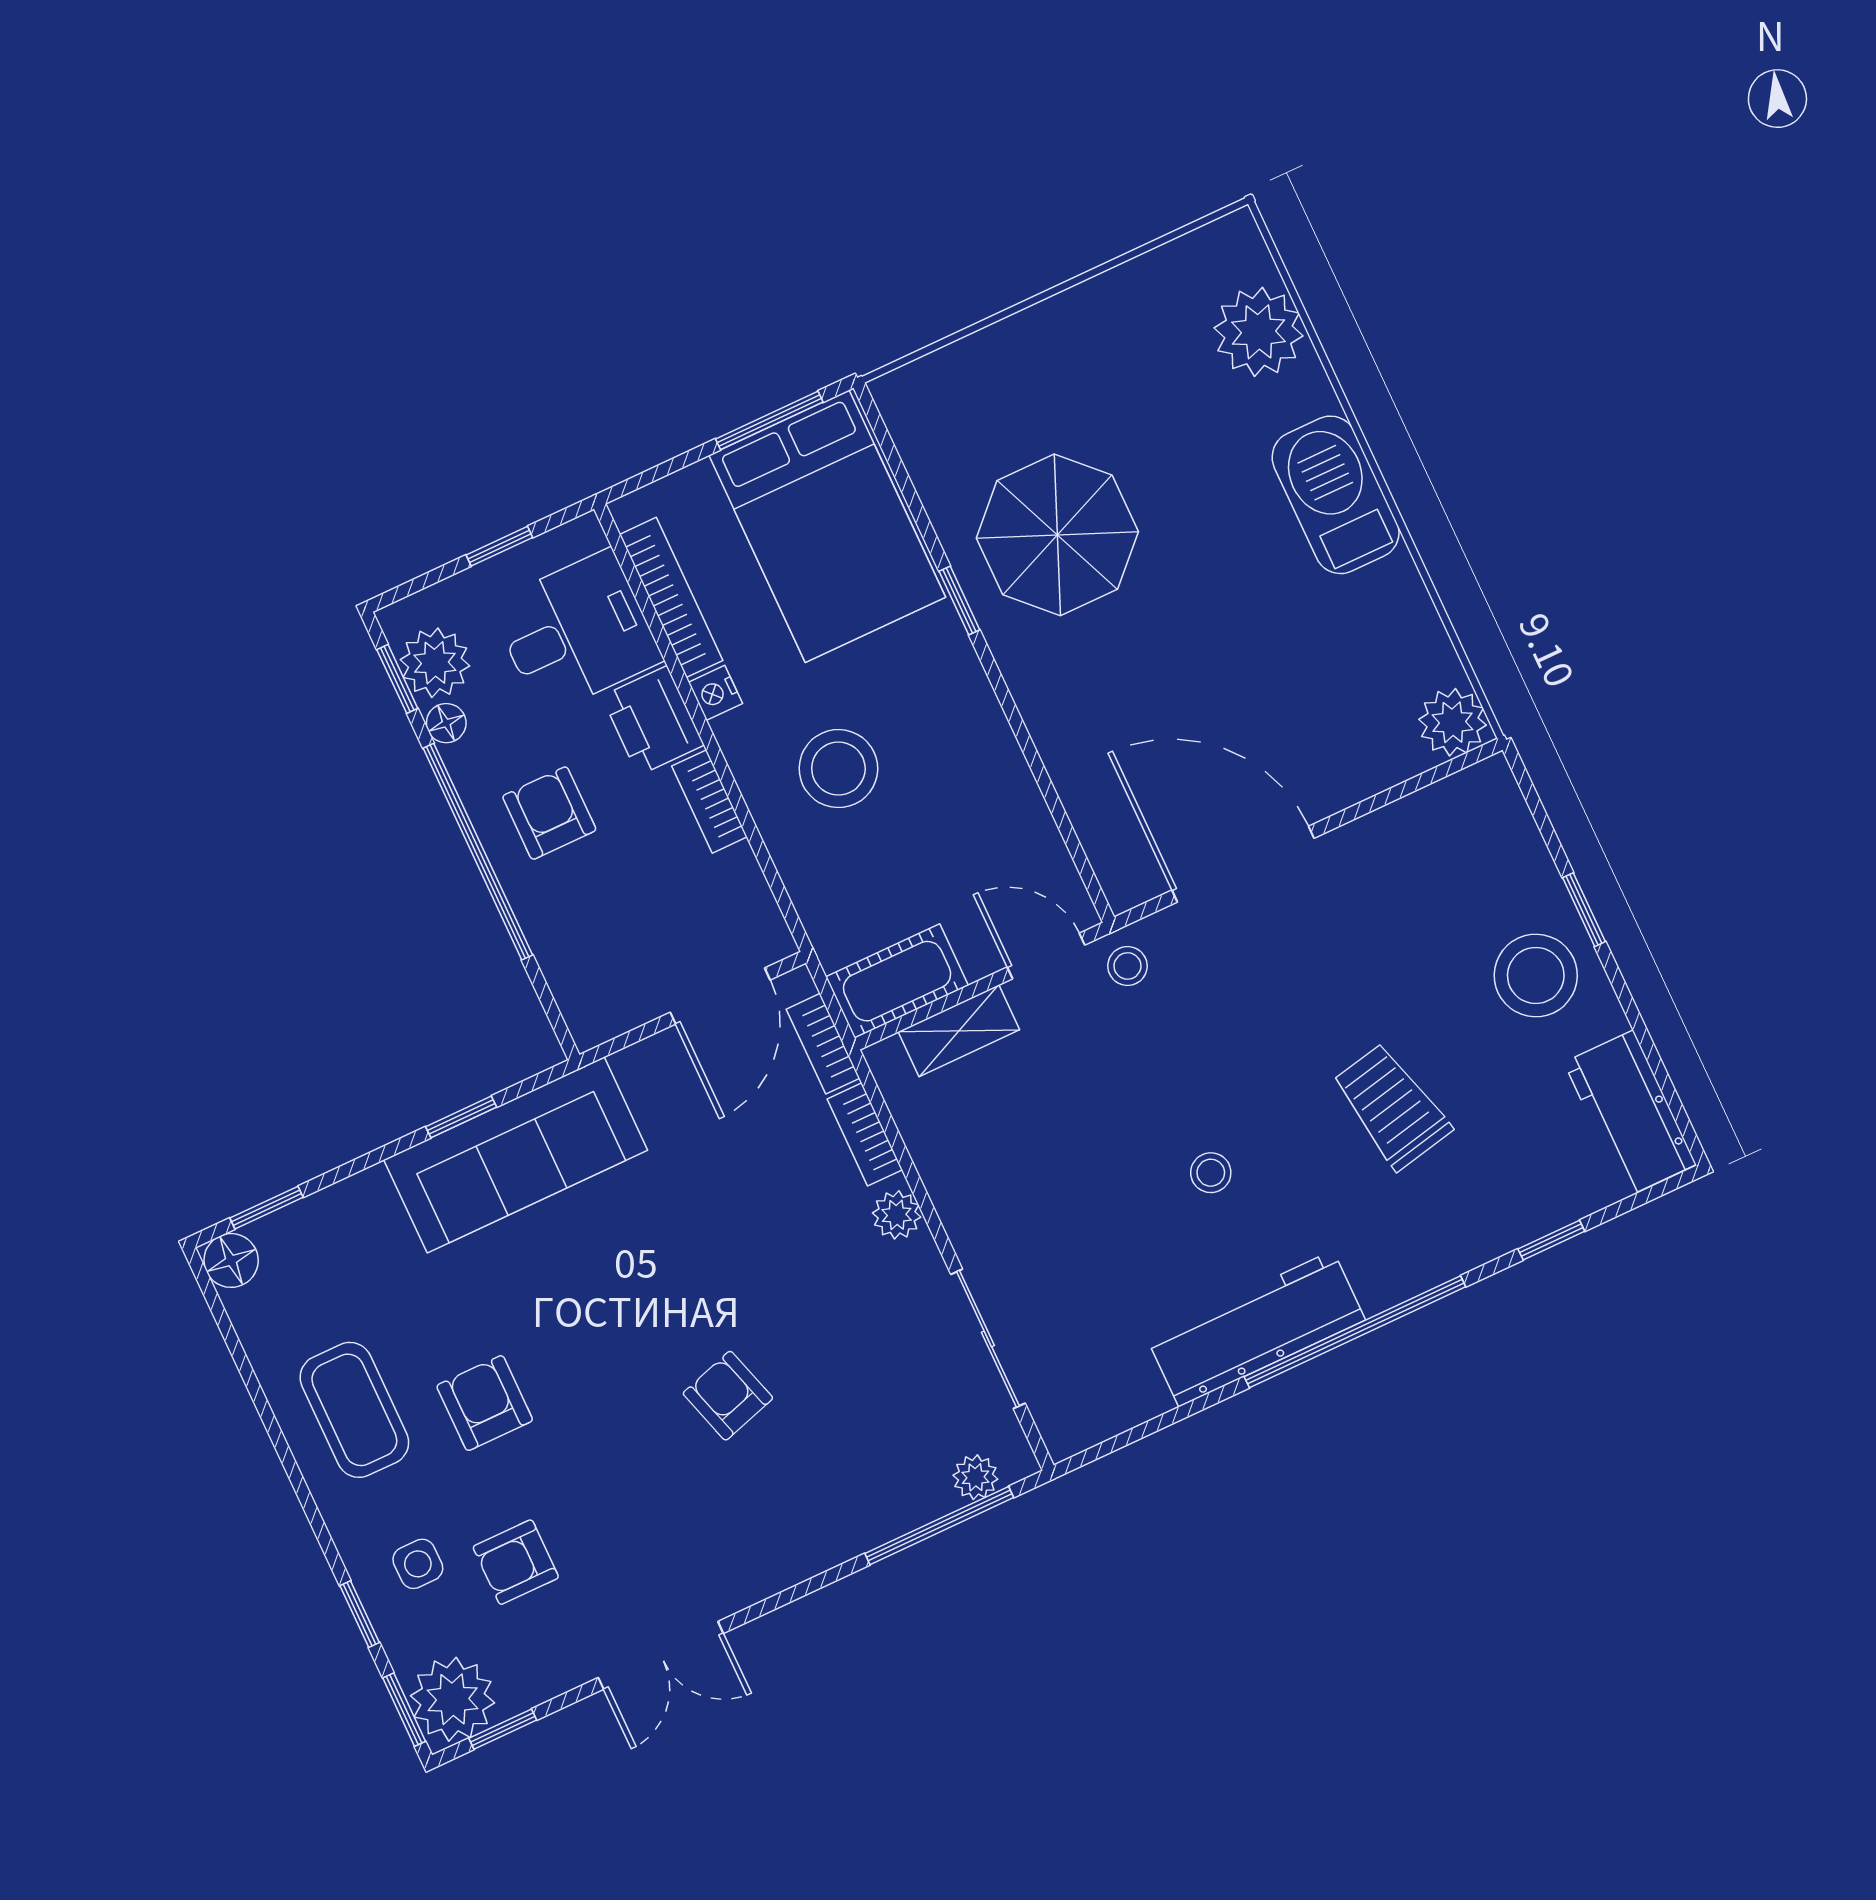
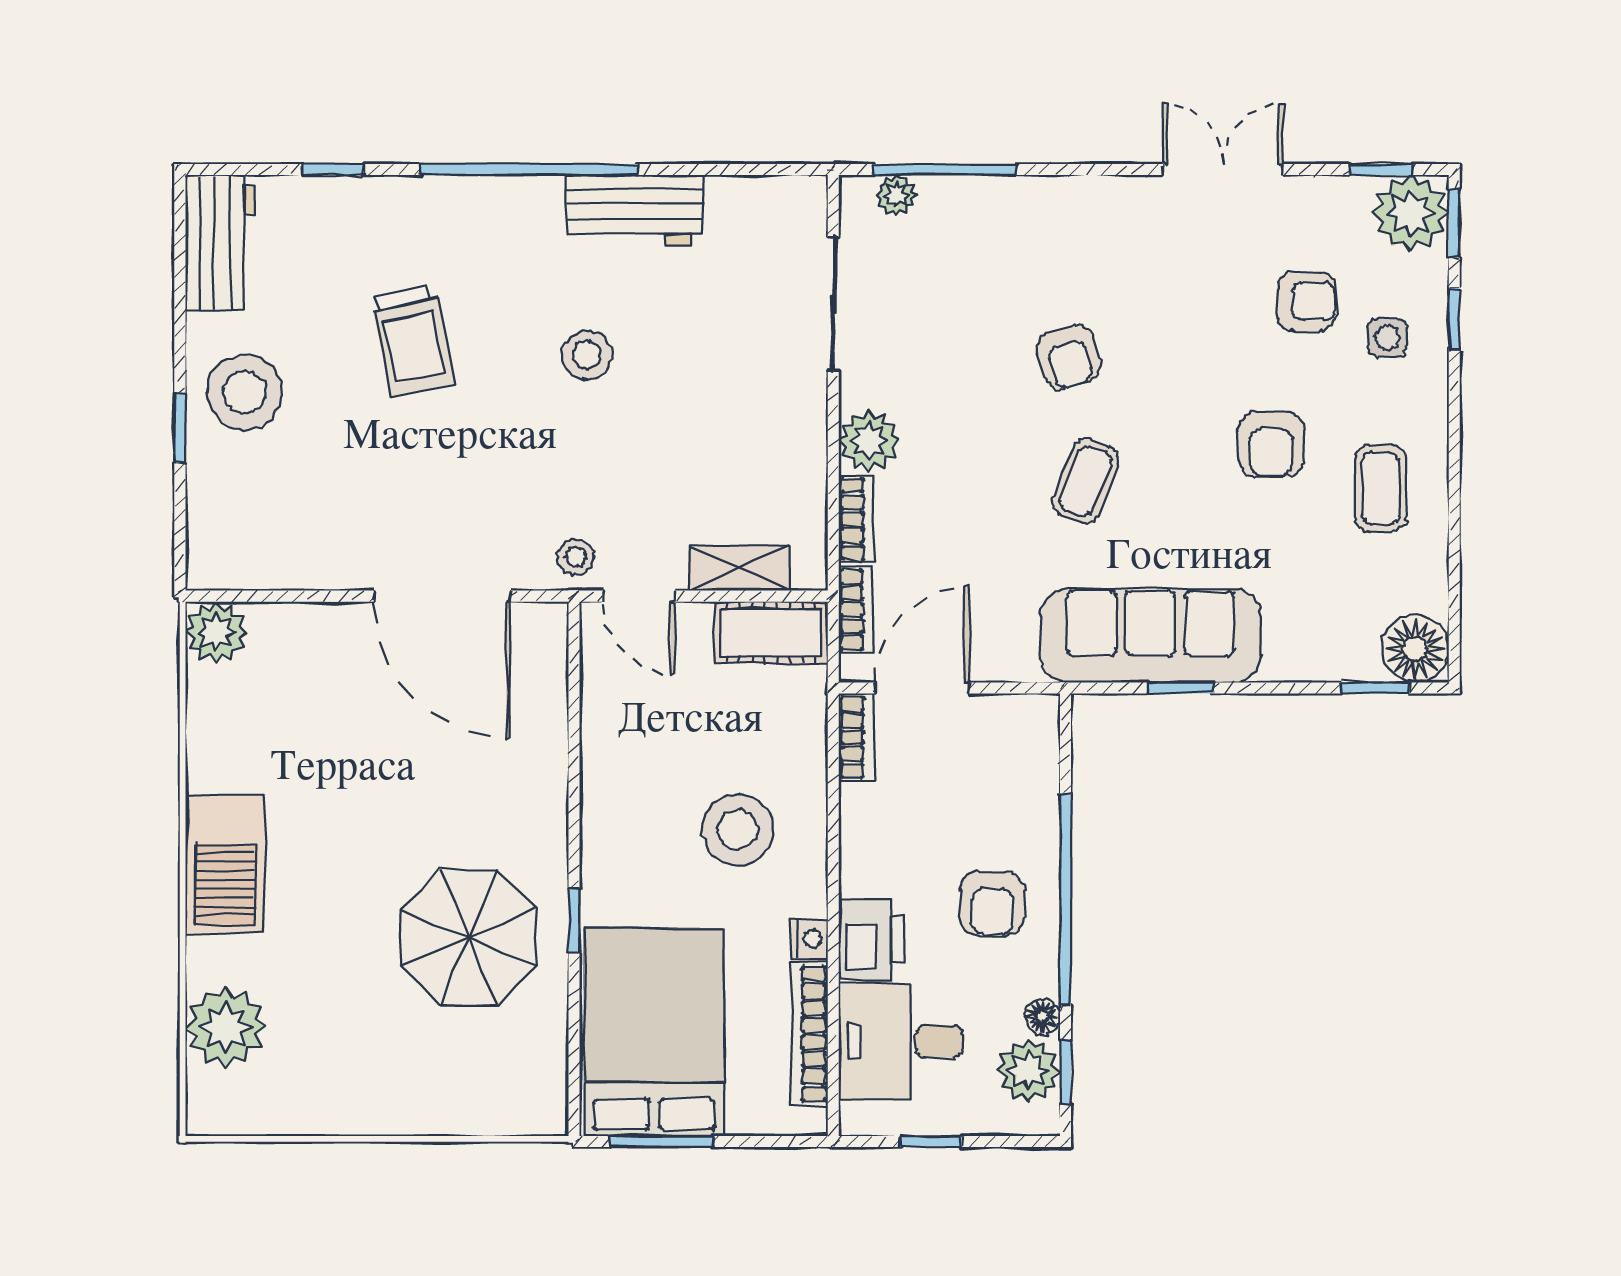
bookcase: (709, 801) -> (856, 737), moved
stool: (1211, 1173) -> (587, 355), width x1.37, depth x1.37
plant: (897, 1215) -> (869, 441), width x1.38, depth x1.38
floor lamp: (231, 1260) -> (1415, 649), width x1.38, depth x1.38
coffee table: (653, 1280) -> (1086, 481), added
workbench: (1256, 1329) -> (635, 210), width x0.73
coffee table: (354, 1410) -> (1380, 488), width x0.73, depth x0.77

